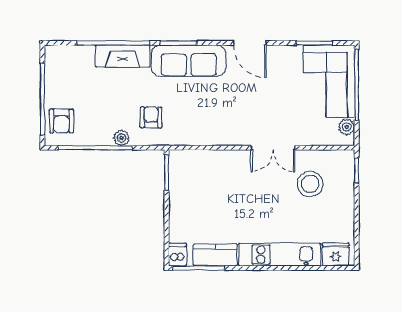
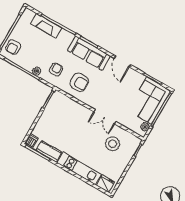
fireplace: (123, 56) -> (46, 26), moved
armchair: (200, 116) -> (79, 82), added

